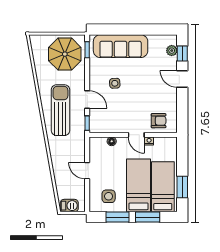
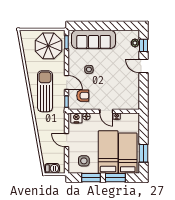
armchair: (159, 121) -> (83, 96), moved
nightstand: (99, 143) -> (76, 118), added

